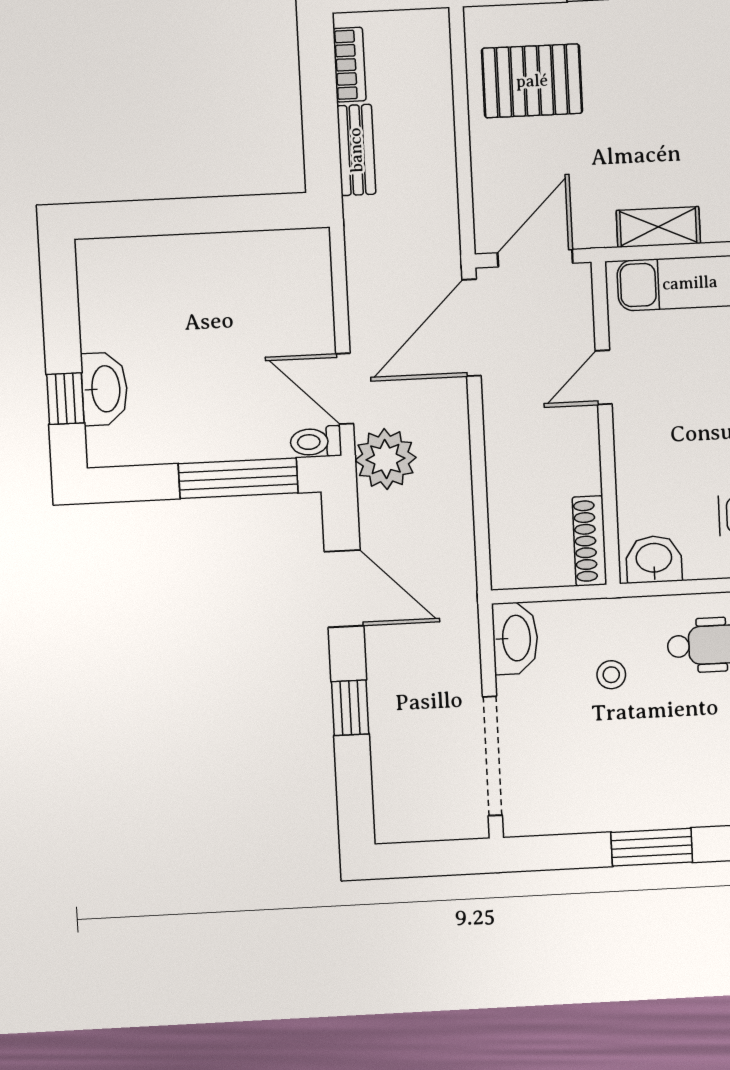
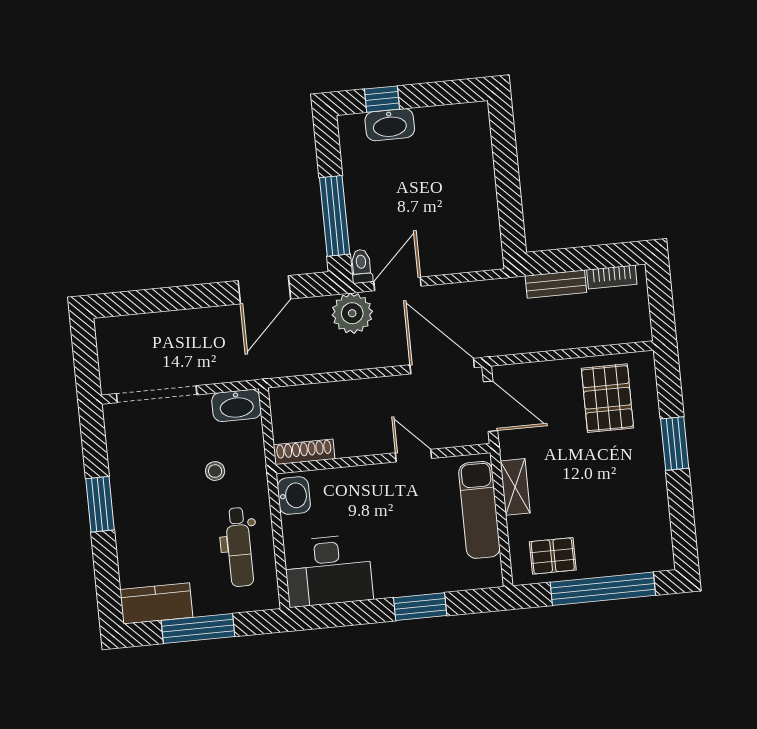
window: (350, 708) -> (185, 298), removed

